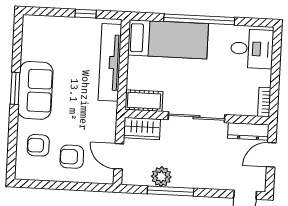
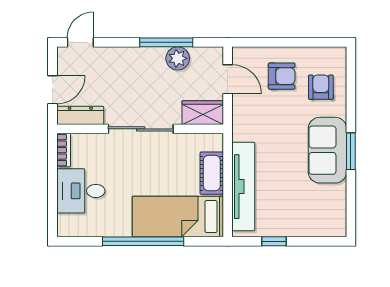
desk: (252, 49) -> (81, 191), moved
cot: (144, 101) -> (212, 173), moved, turned 90
armchair: (38, 145) -> (321, 87), turned -90

